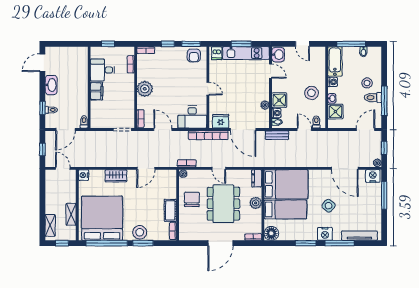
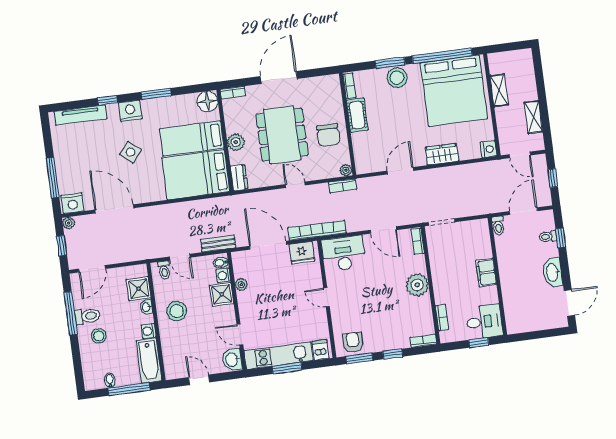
desk: (102, 70) -> (484, 322), moved
shelving: (50, 225) -> (533, 117), moved
window: (62, 243) -> (507, 47), removed
window: (340, 243) -> (107, 100), width x0.46

